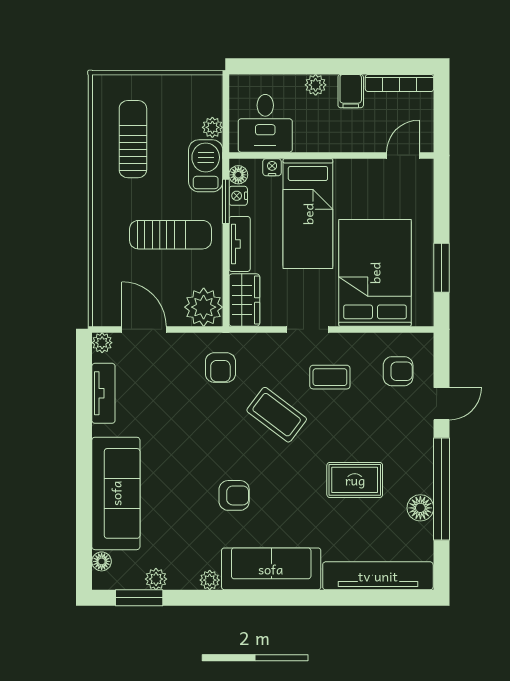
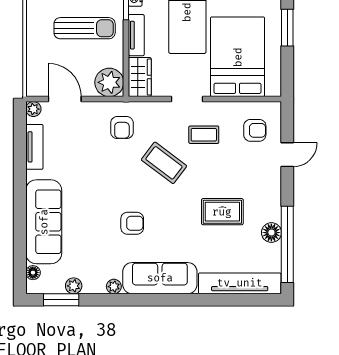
window: (441, 268) -> (287, 28), moved
window: (441, 489) -> (287, 244), moved

